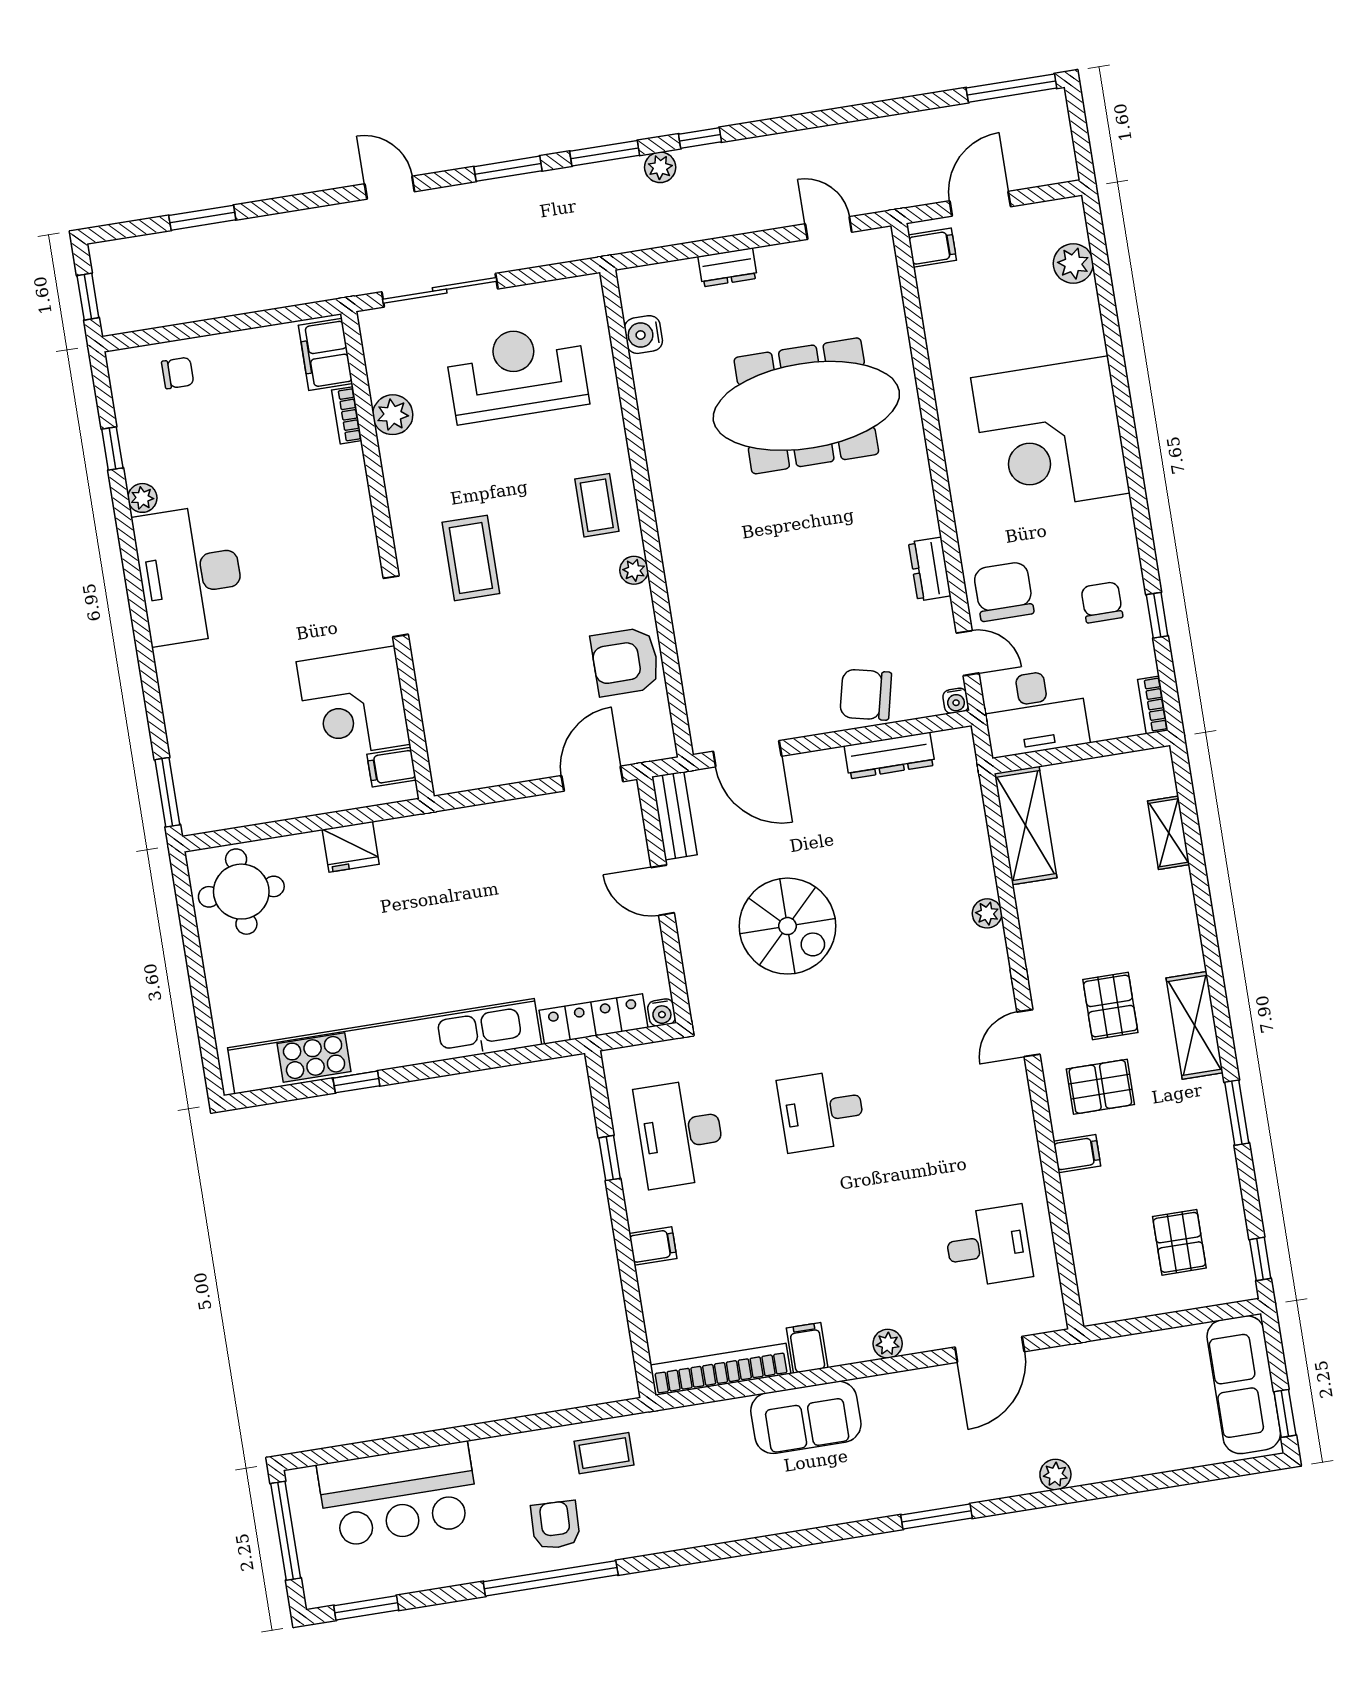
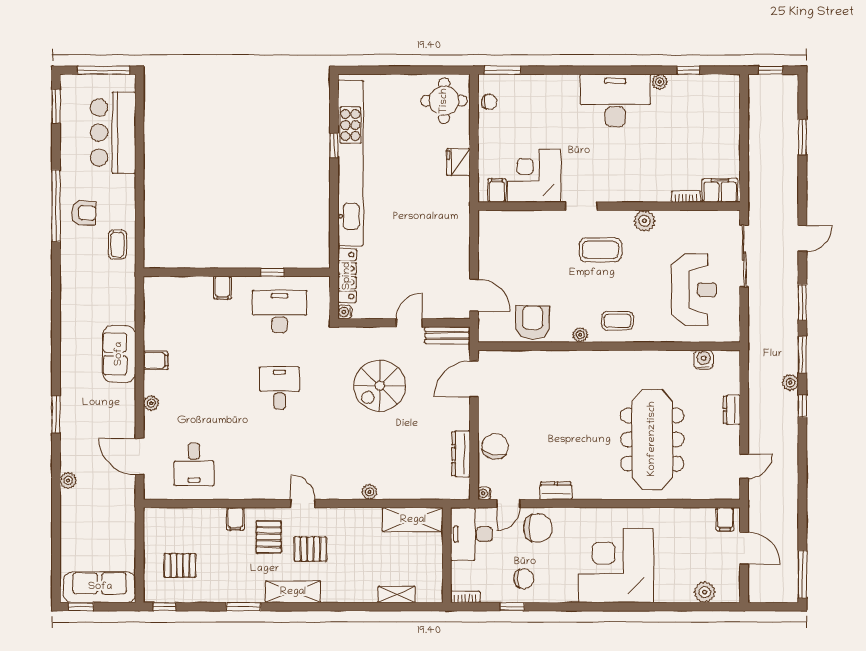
chair: (178, 373) -> (489, 102), moved, turned -90
plant: (393, 415) -> (644, 221), moved
bookcase: (720, 1369) -> (152, 313), removed

